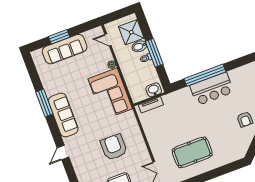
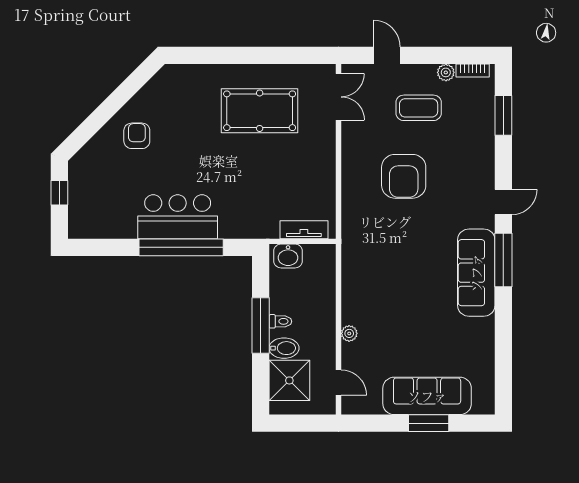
corner sofa: (110, 94) -> (373, 279), removed
window: (44, 103) -> (503, 260), moved

